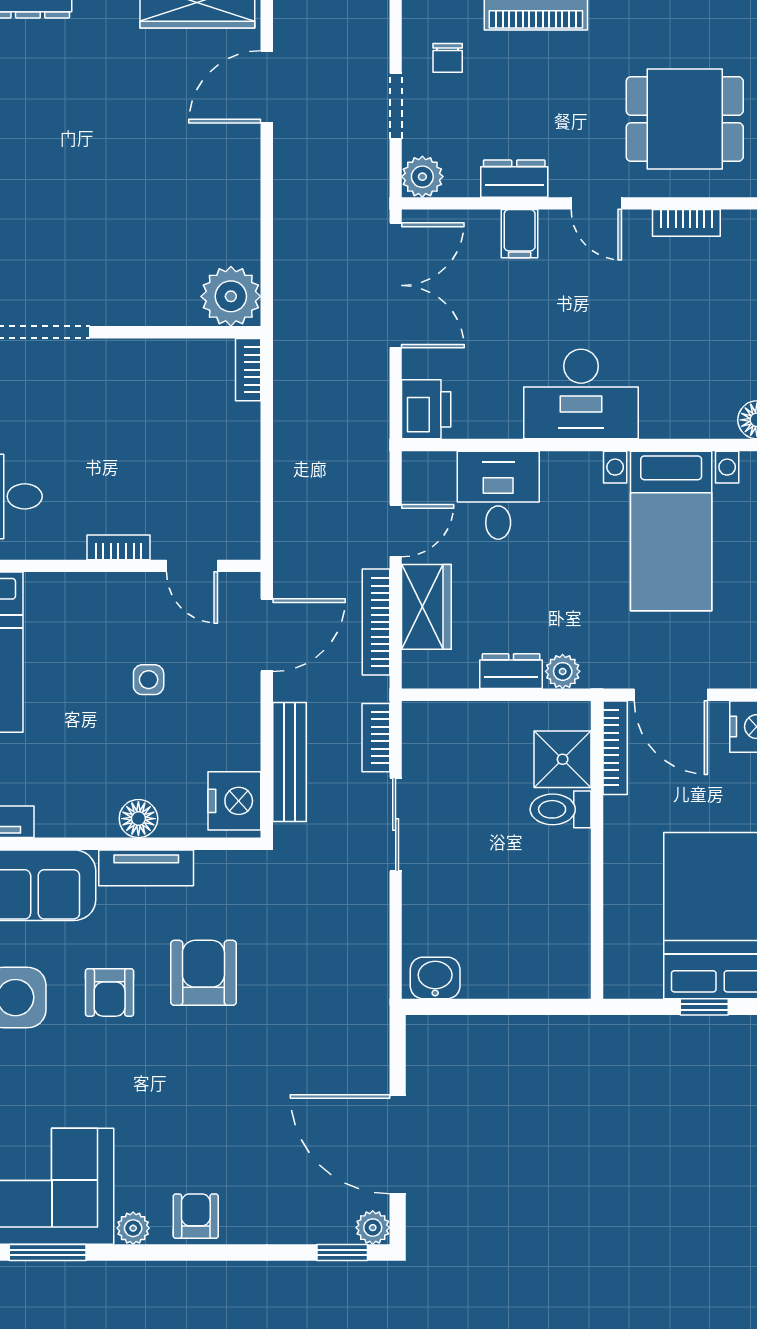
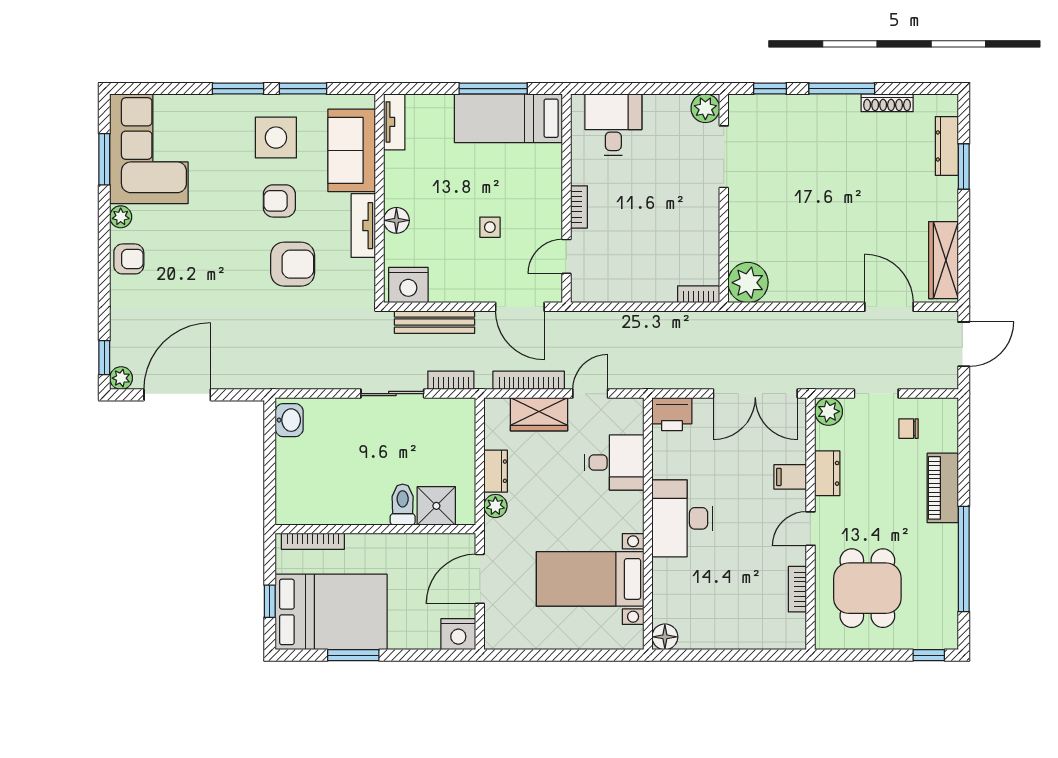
door: (396, 531) -> (590, 394), swing flipped
bookcase: (615, 748) -> (313, 541), moved

